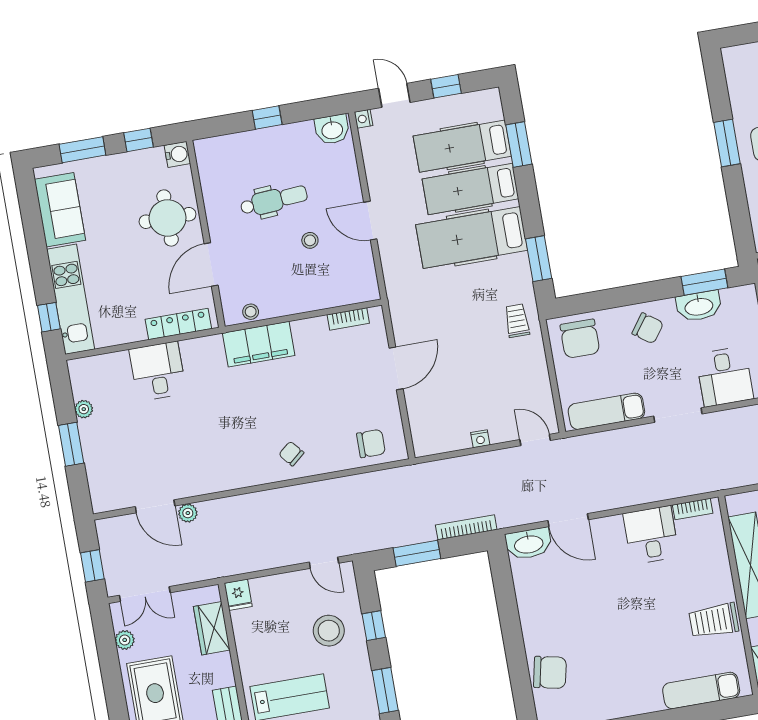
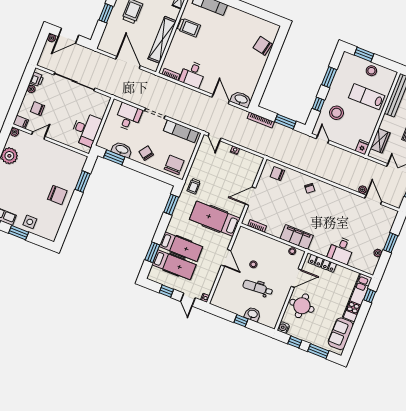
washbasin: (332, 129) -> (252, 314), moved
window: (727, 143) -> (83, 182), moved
hospital bed: (472, 237) -> (215, 219), moved, turned 180

